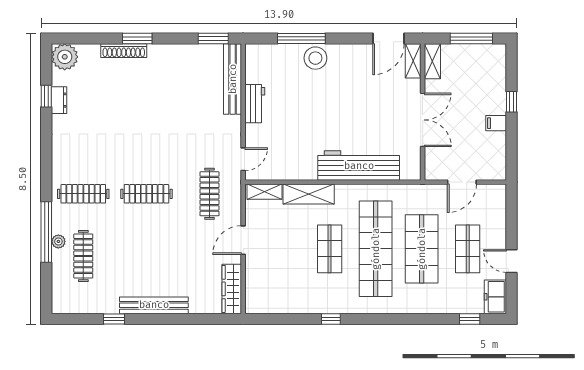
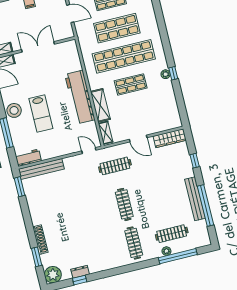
window: (137, 38) -> (37, 257), moved
stool: (315, 58) -> (14, 110), moved
lab bench: (318, 99) -> (41, 113), added
workbench: (255, 104) -> (28, 158), moved
workbench: (359, 166) -> (80, 97), moved
window: (46, 232) -> (178, 256), moved
bench: (154, 305) -> (195, 199), moved
plant: (332, 307) -> (166, 74), added
window: (114, 319) -> (206, 206), width x3.17
window: (188, 319) -> (195, 161), added

